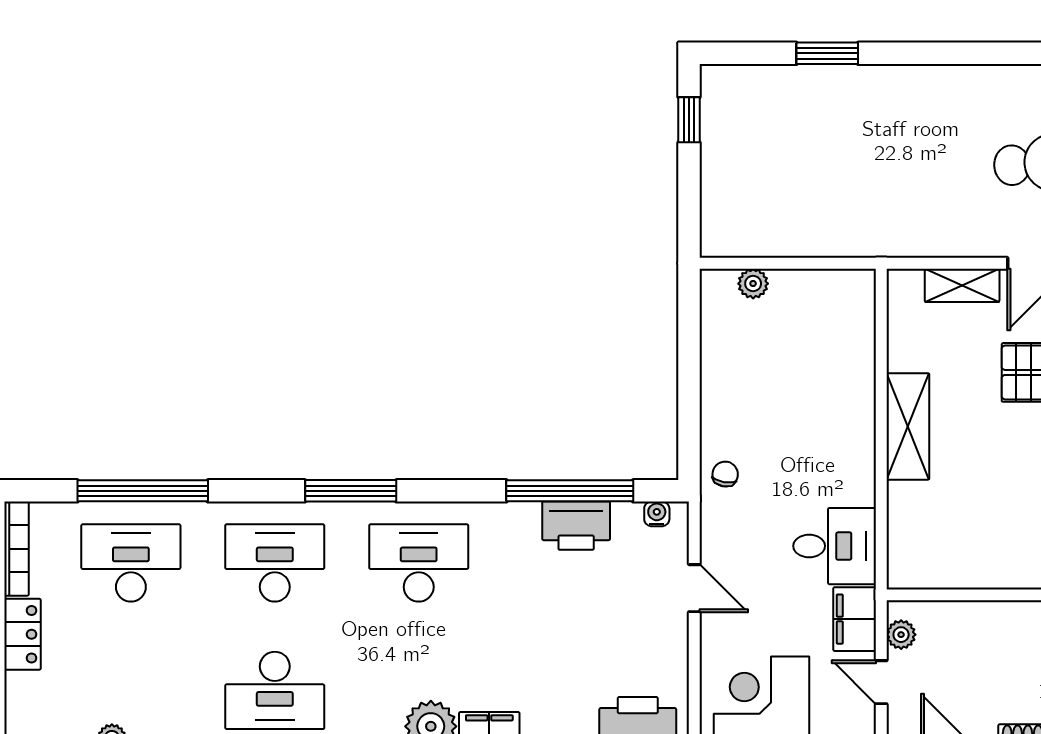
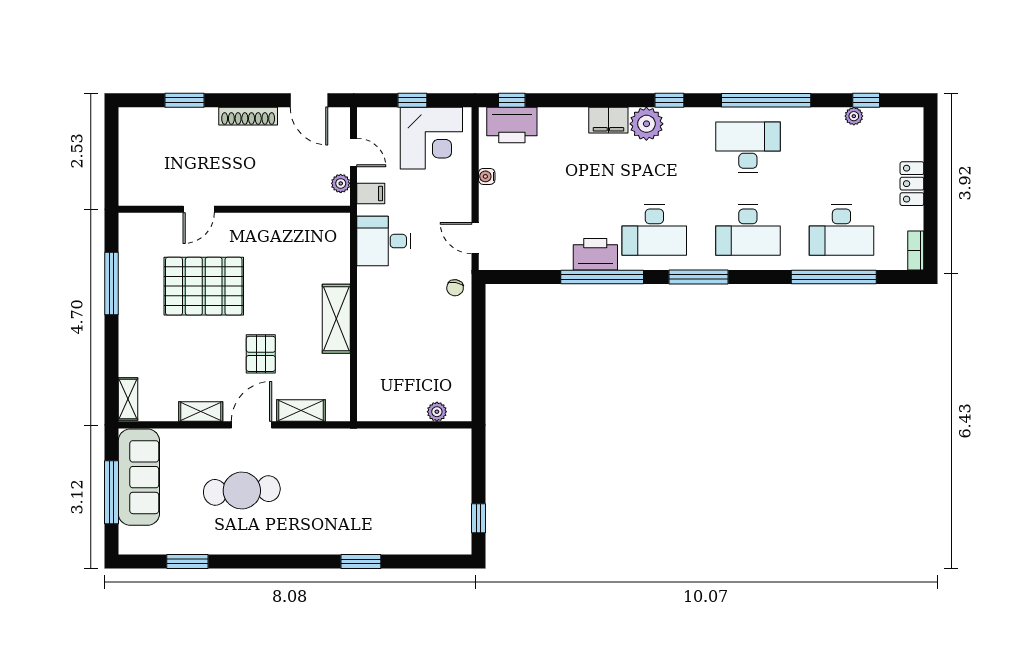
window: (827, 53) -> (361, 561), moved
window: (570, 491) -> (602, 277), moved
water cooler: (657, 514) -> (487, 176), moved, turned 90
printer: (576, 526) -> (595, 254), moved
bookcase: (17, 549) -> (916, 250), width x0.64
door: (694, 588) -> (475, 238), moved
filing cabinet: (855, 619) -> (371, 194), width x0.50

